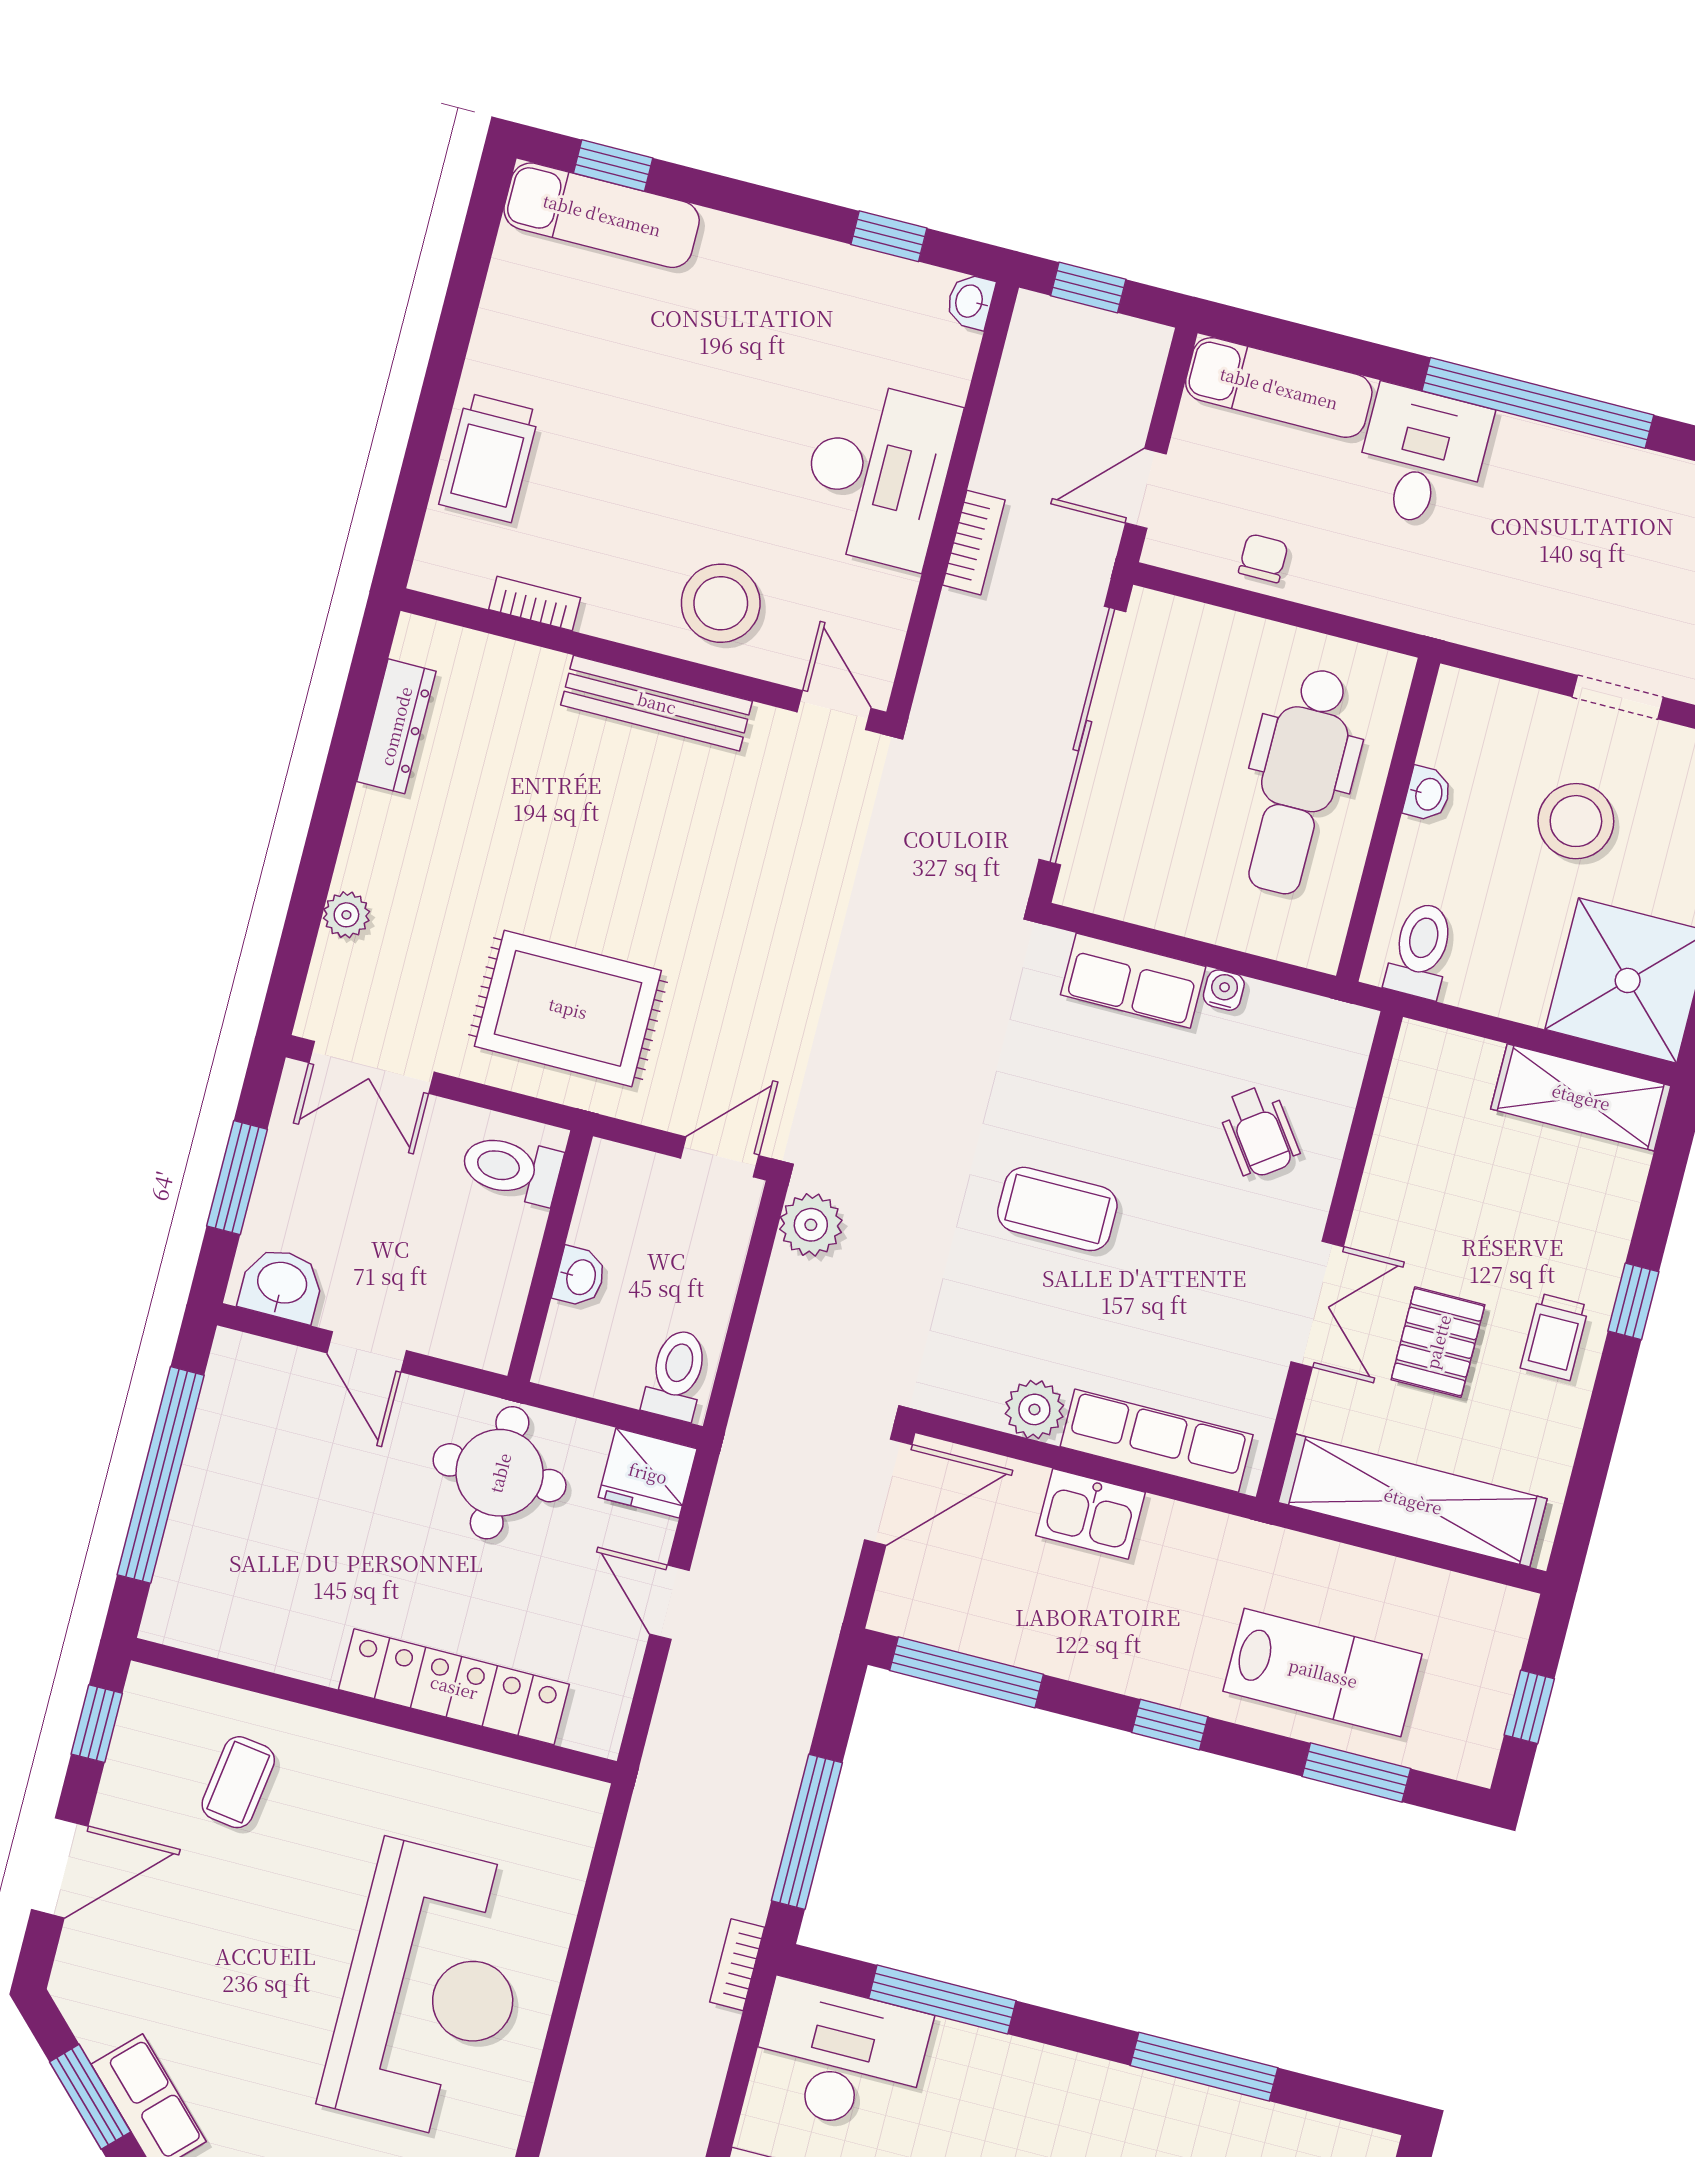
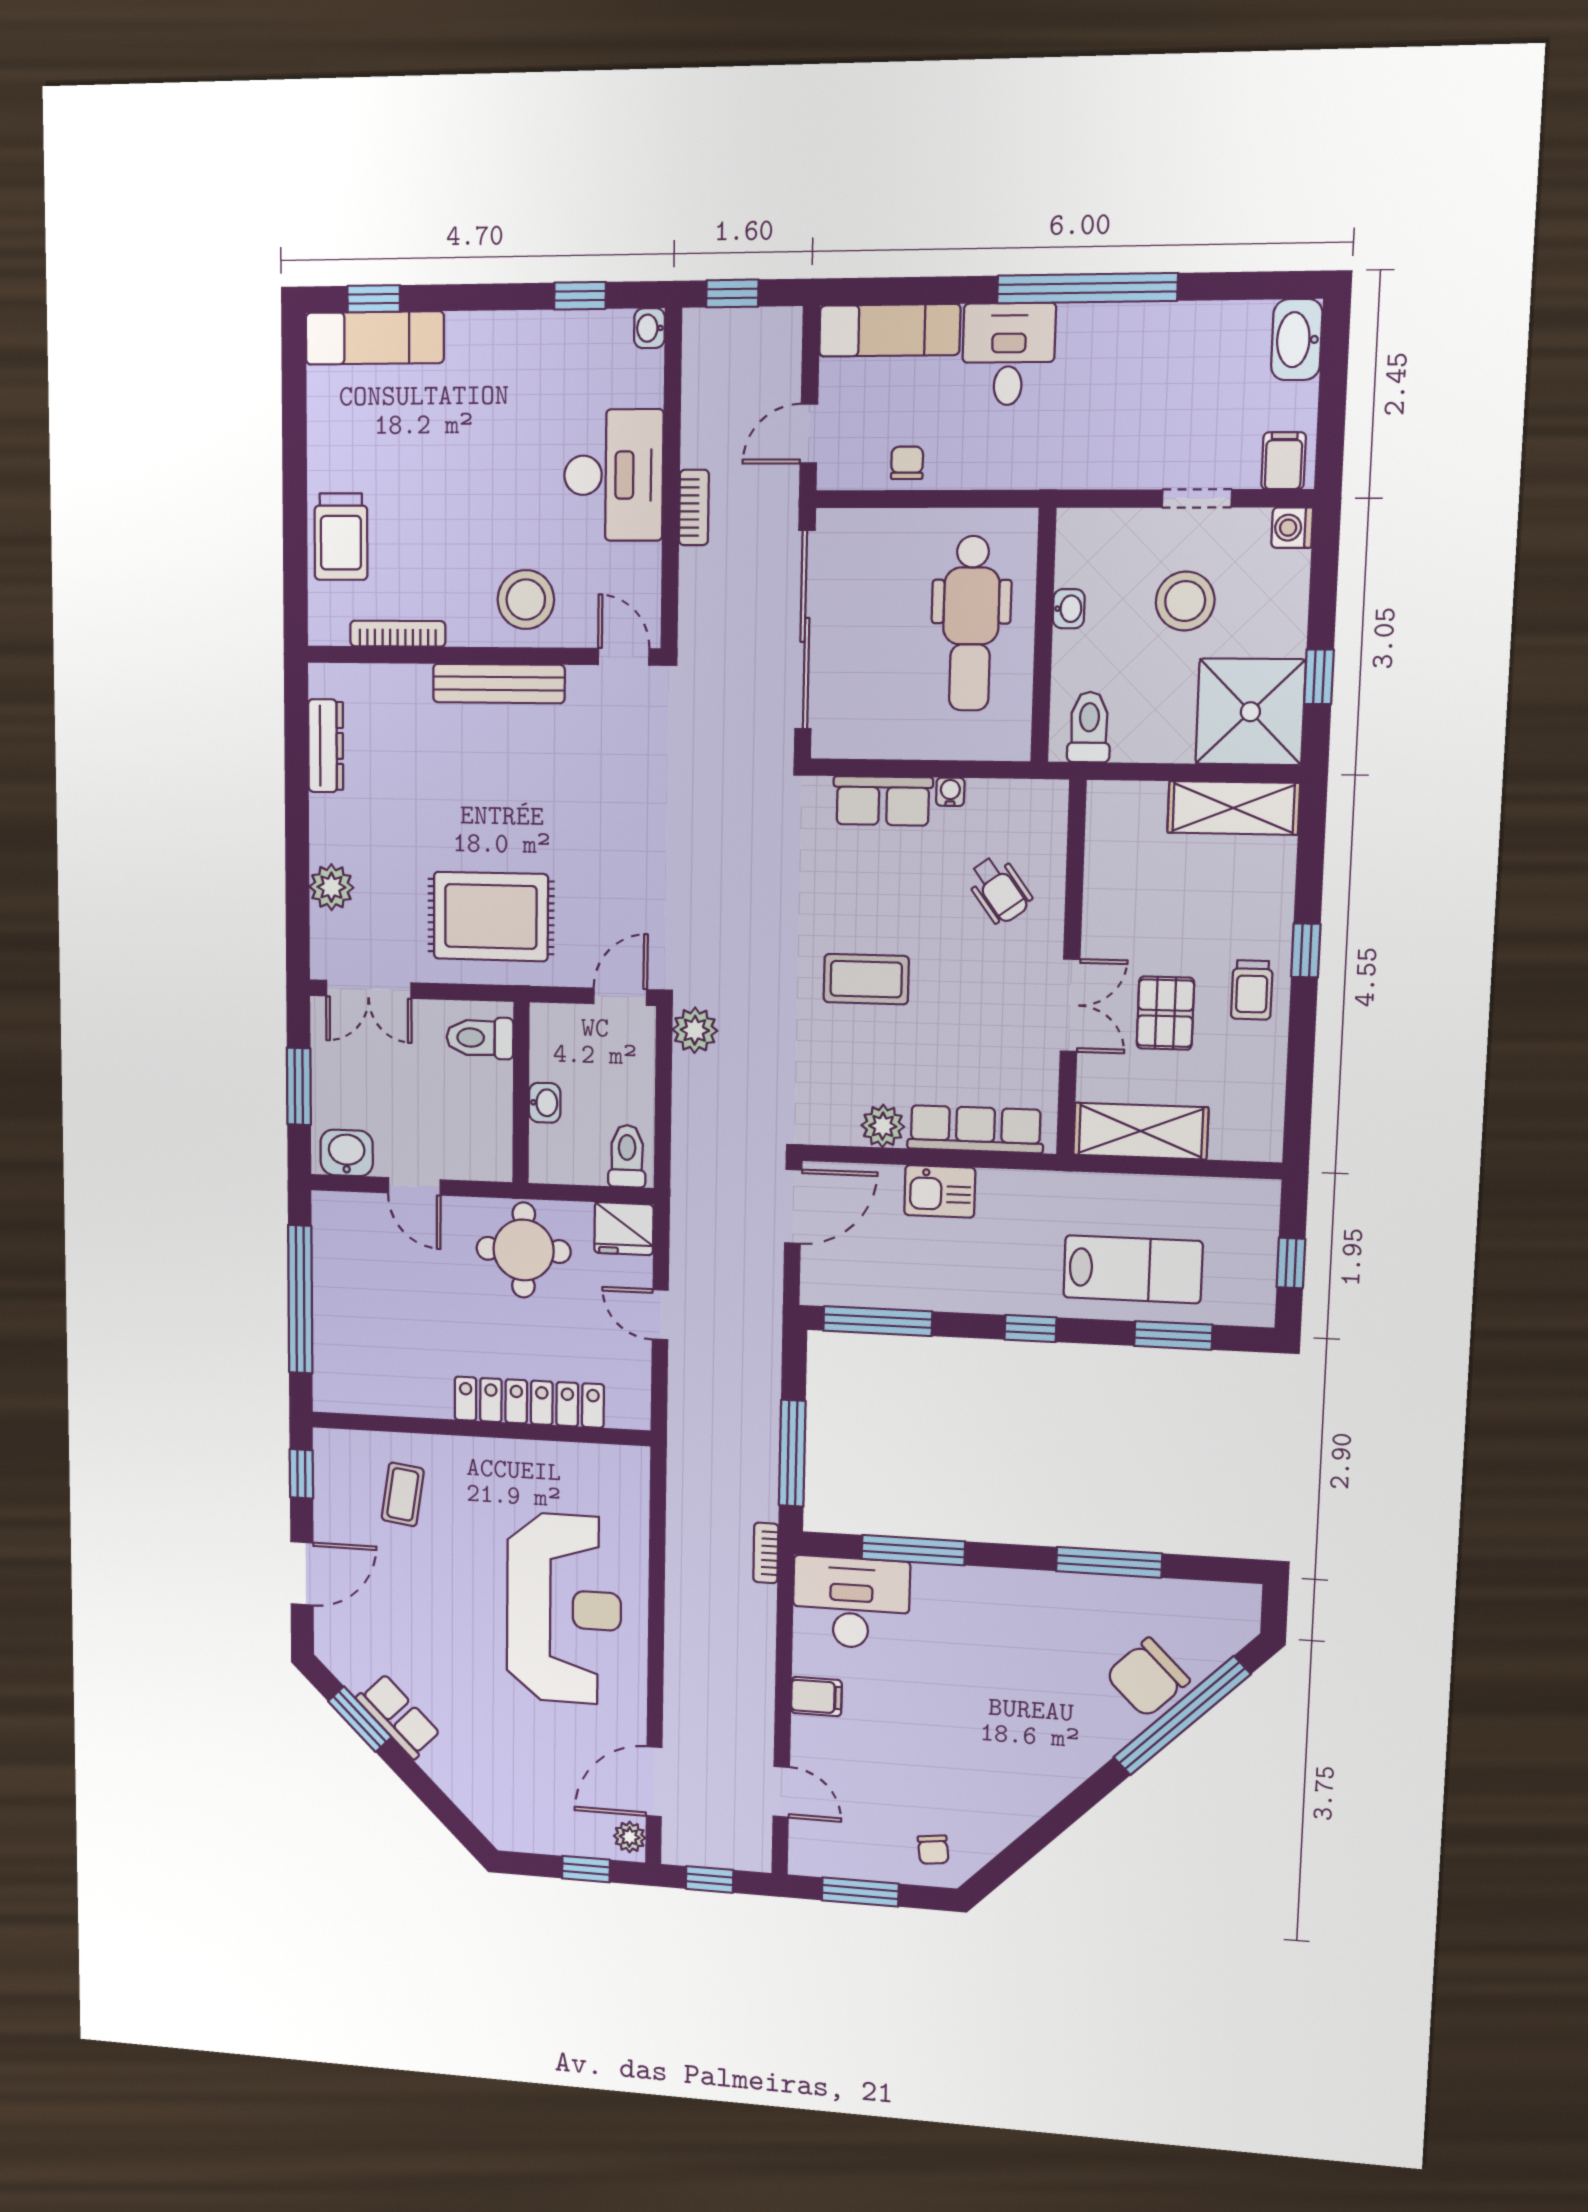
bookcase: (535, 604) -> (398, 634), width x1.56
plant: (346, 915) -> (331, 887), width x1.38, depth x1.38
shelving: (1413, 1501) -> (1141, 1131), width x0.68

